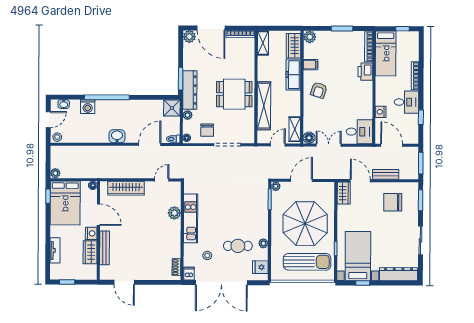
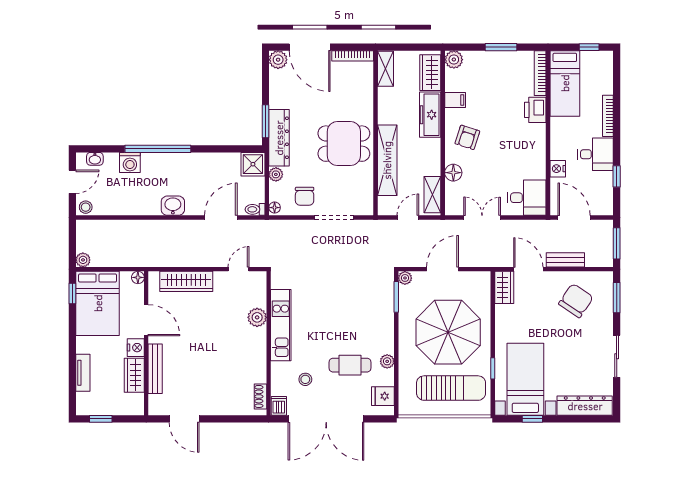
floor lamp: (309, 138) -> (453, 173), moved
chair: (393, 202) -> (576, 301), turned 124

